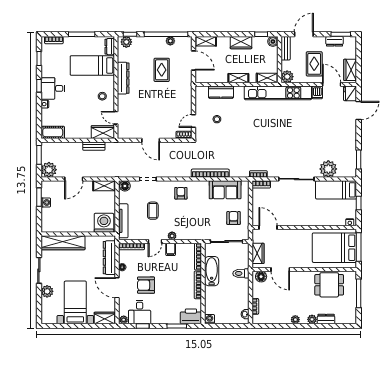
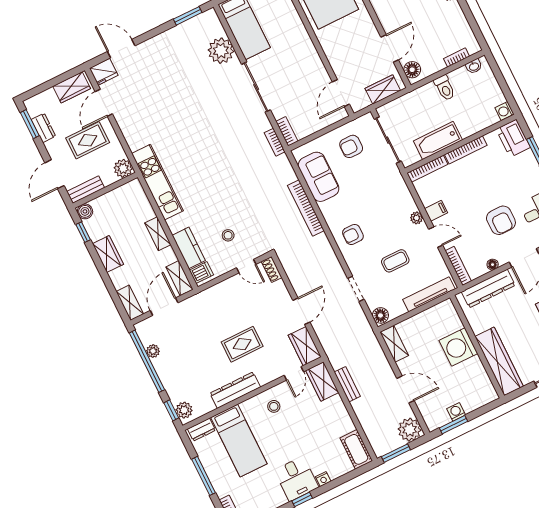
door: (304, 34) -> (54, 174), hinge flipped
rug: (162, 70) -> (242, 344), moved
shelving: (267, 78) -> (180, 278), moved
dishwasher: (317, 92) -> (201, 272), moved
kitchen unit: (278, 93) -> (157, 182), width x0.73
wardrobe: (129, 132) -> (305, 346), added
washing machine: (104, 223) -> (458, 347), moved
toilet: (241, 273) -> (445, 88), moved

